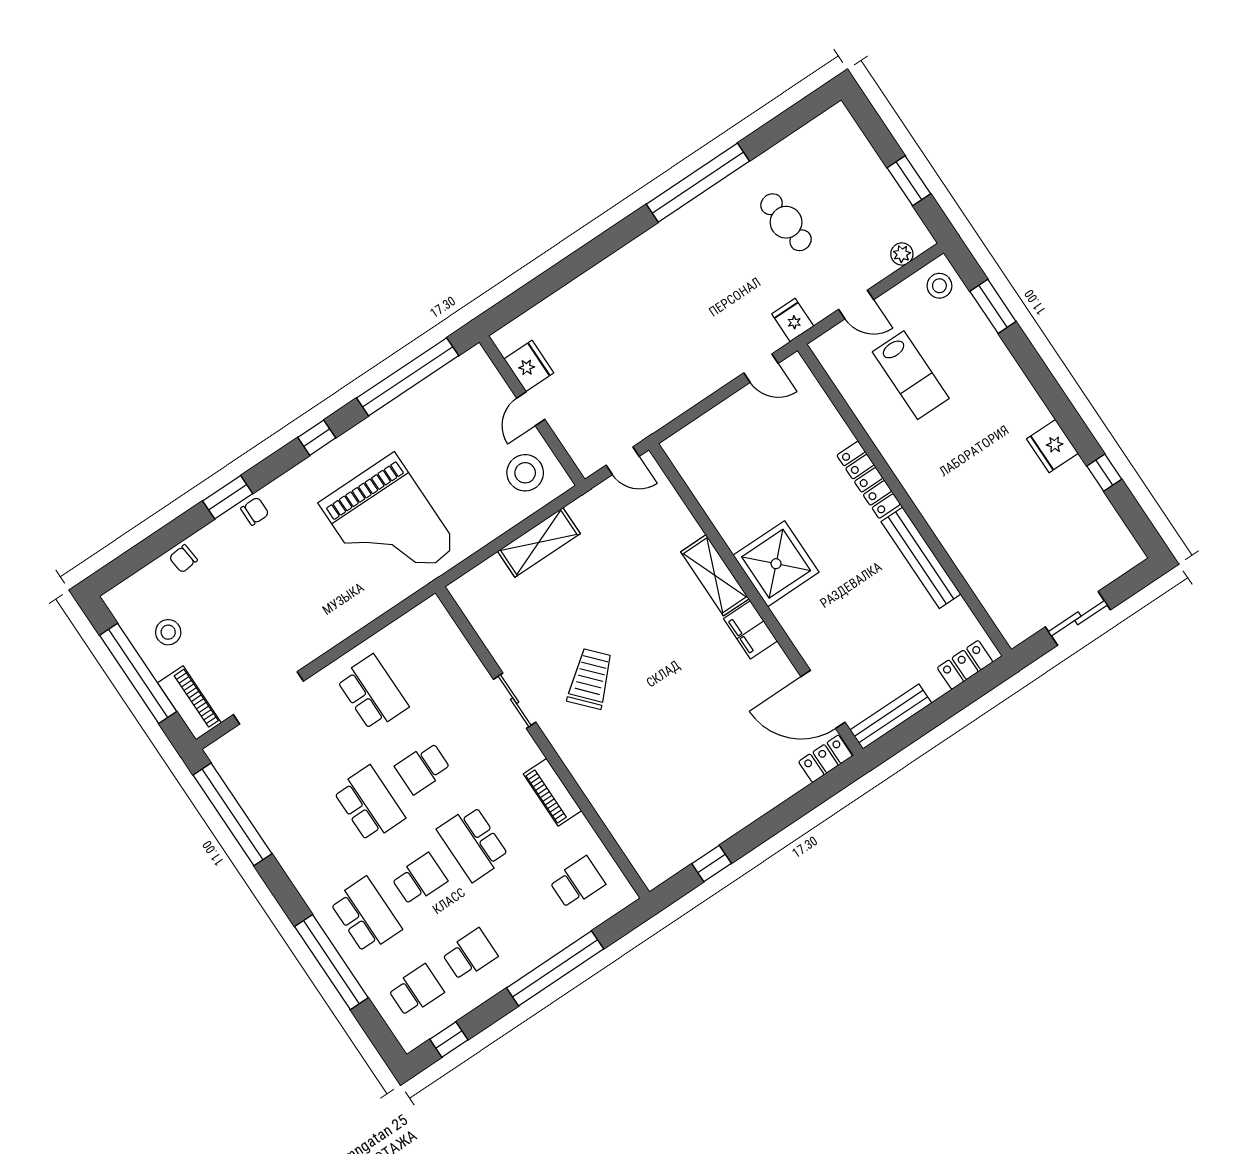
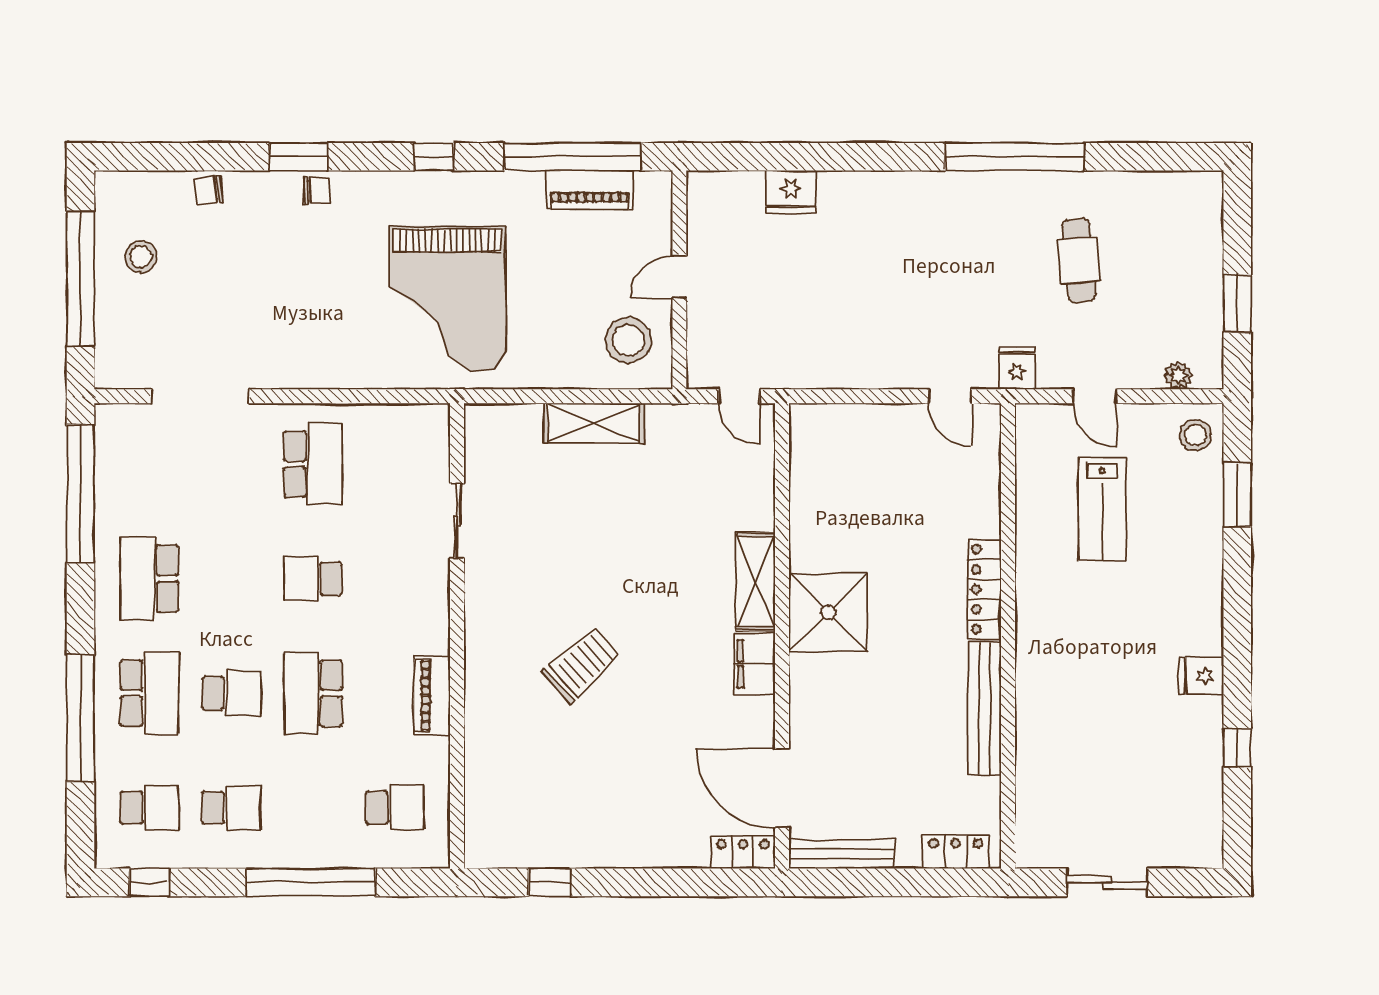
fridge: (529, 366) -> (791, 192), moved, turned 90
fridge: (1052, 446) -> (1201, 676), width x0.72
trolley: (590, 679) -> (582, 665), moved
sliding door: (515, 701) -> (457, 521), moved
piano: (189, 703) -> (590, 190), moved, turned 90
school desk: (369, 804) -> (149, 579), moved, turned 180

